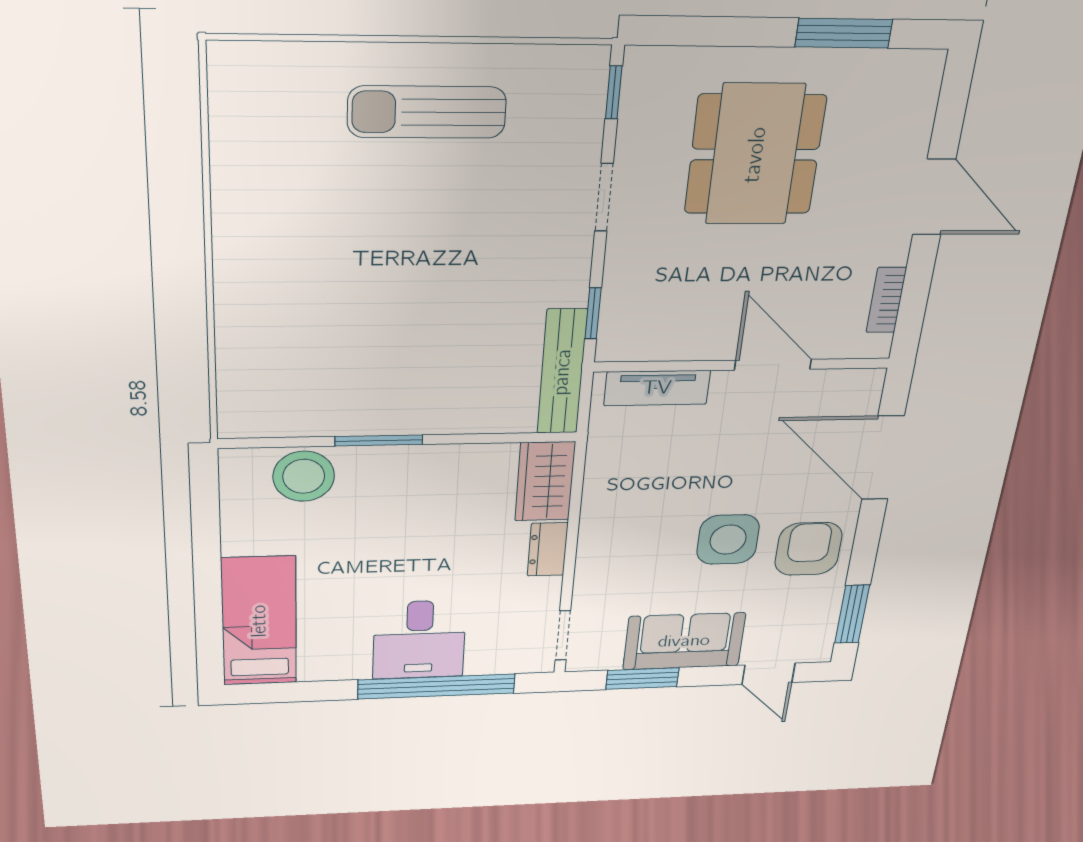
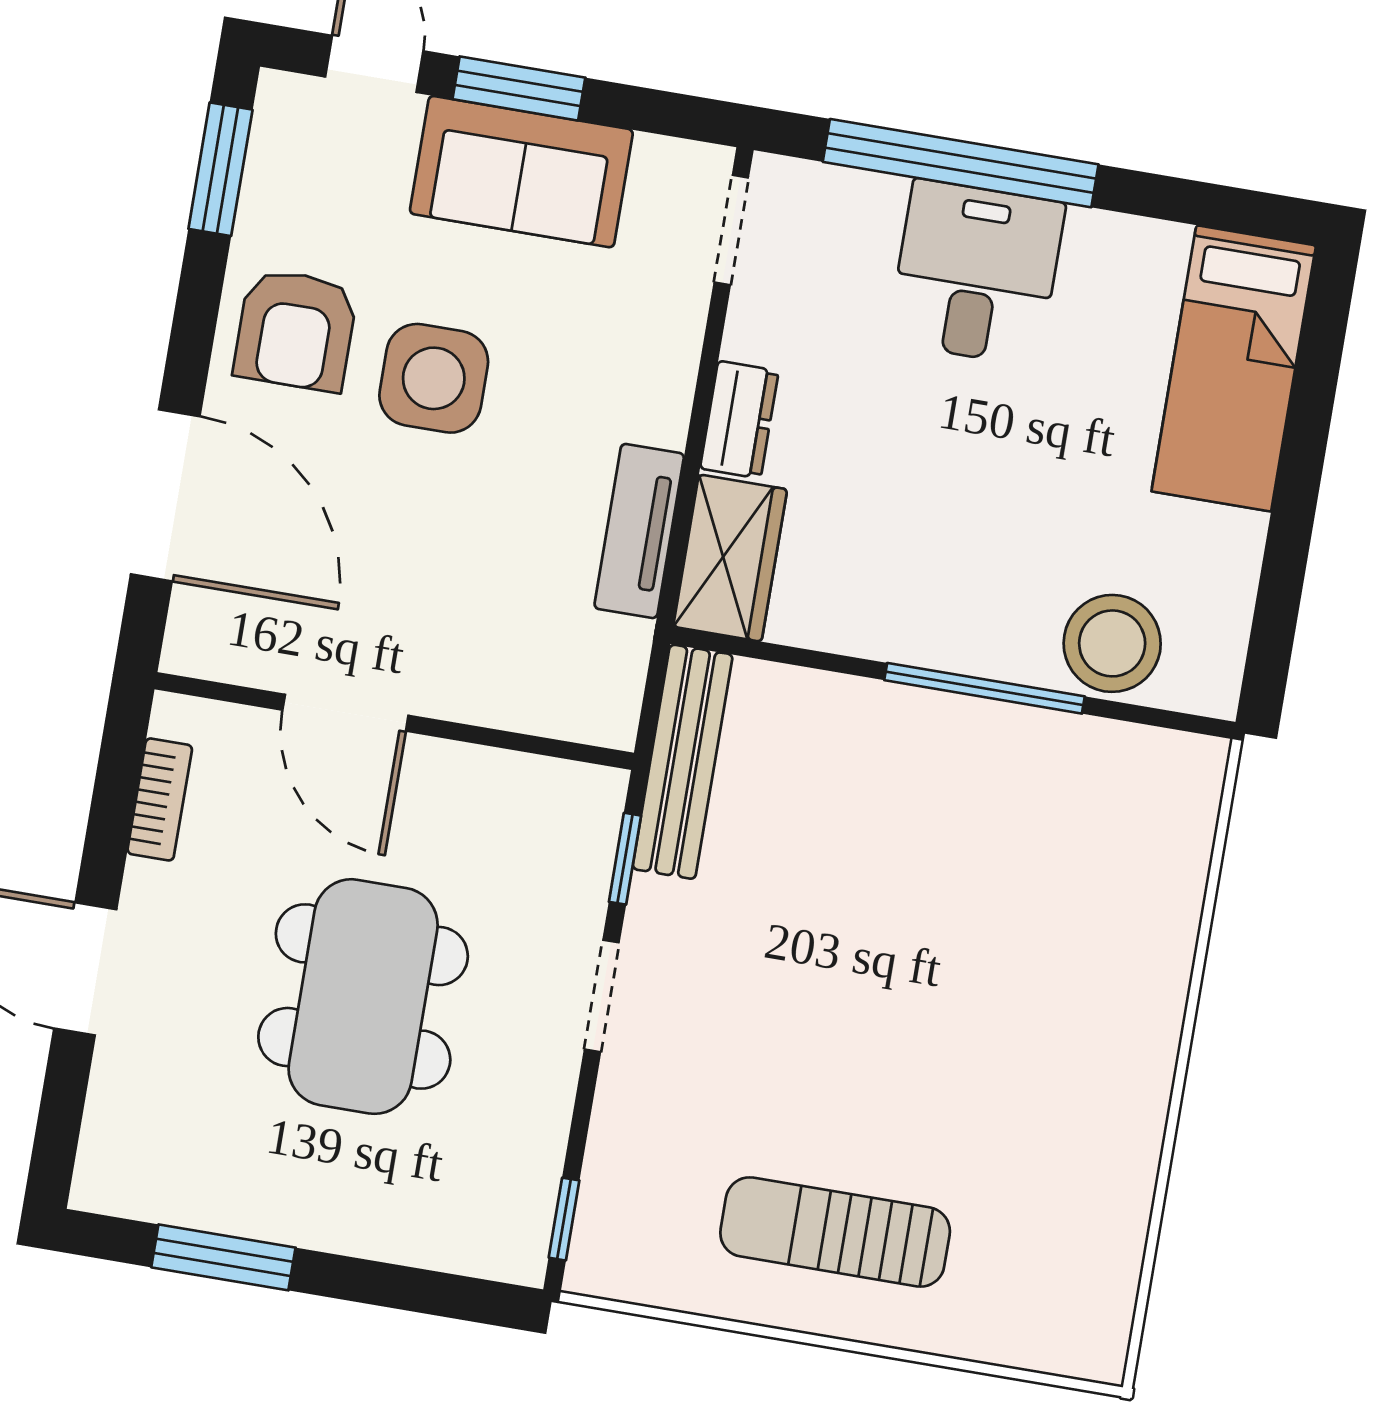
sun lounger: (427, 112) -> (835, 1232), turned 180
dining table: (755, 155) -> (363, 997), moved
doorway: (604, 197) -> (602, 996), moved
tv unit: (657, 388) -> (639, 531), moved, turned -90
window: (379, 441) -> (985, 688), width x1.44
window: (642, 679) -> (519, 88), moved

